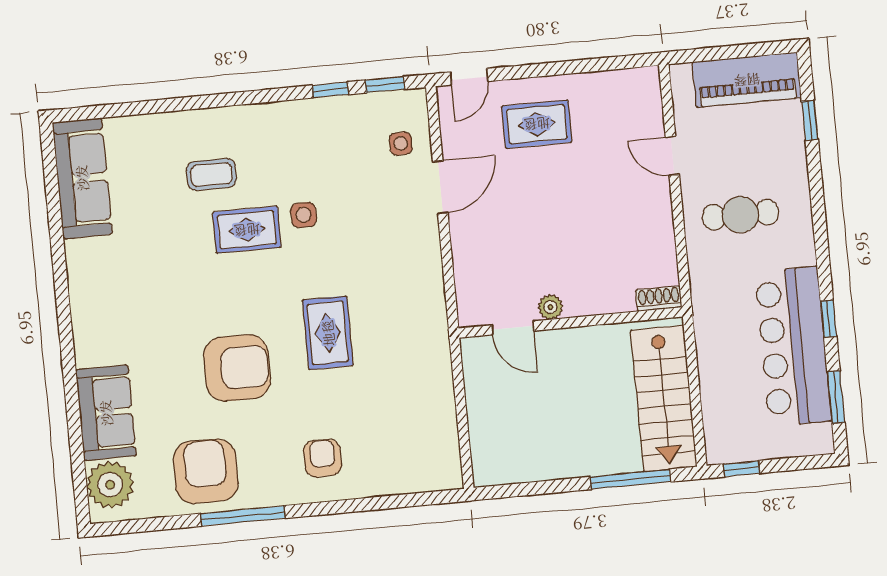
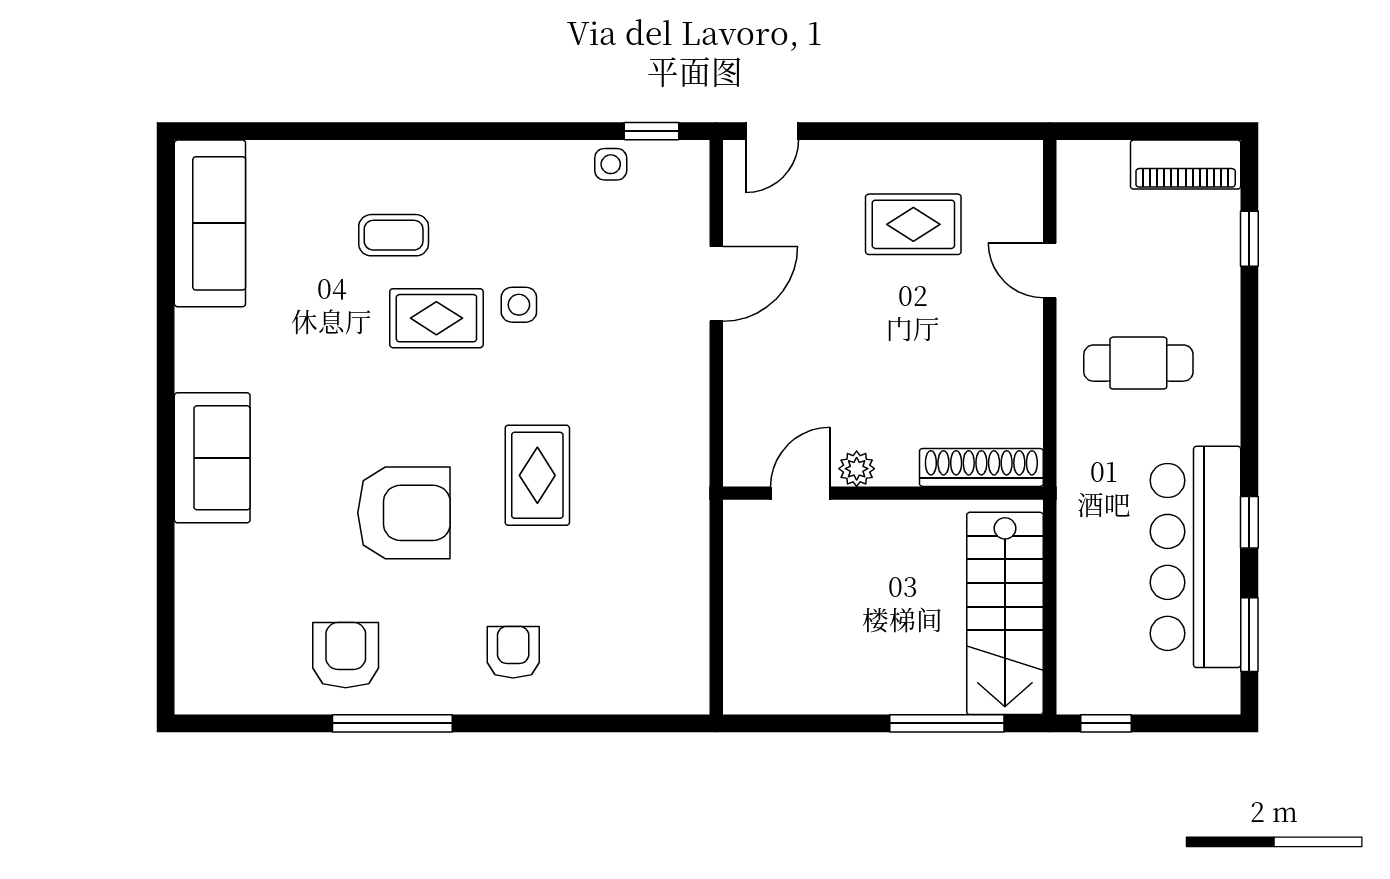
piano: (747, 80) -> (1186, 165), width x0.73, depth x0.75
window: (330, 90) -> (573, 131), removed
rug: (537, 124) -> (913, 224), moved
side table: (401, 144) -> (611, 164), moved
shoe rack: (659, 299) -> (981, 467), width x1.94, depth x1.24
door: (513, 328) -> (800, 493), swing flipped
sofa: (106, 413) -> (212, 458), moved
armchair: (206, 471) -> (346, 655), width x0.73, depth x0.73
plant: (110, 485) -> (208, 661), removed

